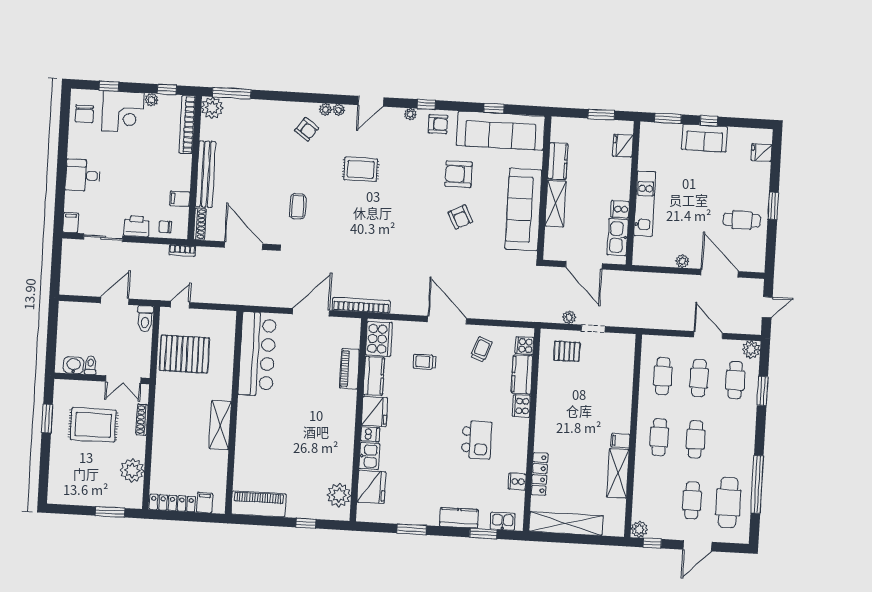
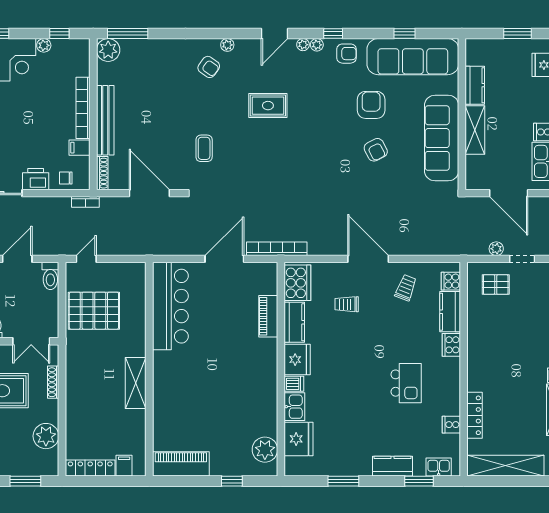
plant: (339, 110) -> (303, 45), moved
bookcase: (187, 125) -> (83, 108), moved
armchair: (459, 174) -> (371, 105), turned 90

